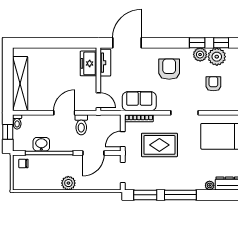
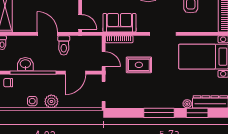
door: (64, 113) -> (47, 34), hinge flipped
door: (123, 139) -> (104, 59), swing flipped
rug: (159, 145) -> (139, 65), width x0.73, depth x0.70
side table: (48, 183) -> (32, 101), added
window: (145, 195) -> (197, 113), moved

